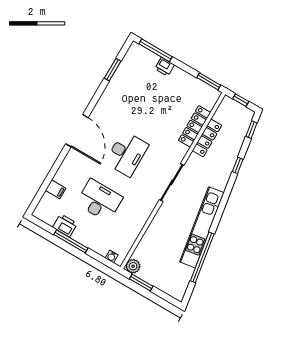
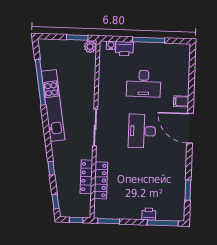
filing cabinet: (56, 189) -> (181, 101), moved
printer: (65, 225) -> (124, 49), moved

